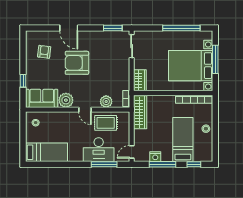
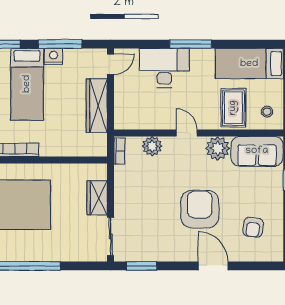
armchair: (77, 63) -> (200, 209), turned -90
wardrobe: (140, 80) -> (97, 198), moved
wardrobe: (140, 112) -> (97, 106), moved
rug: (106, 123) -> (233, 108), moved, turned 90
nightstand: (155, 157) -> (54, 56), moved
window: (104, 164) -> (191, 44), moved

